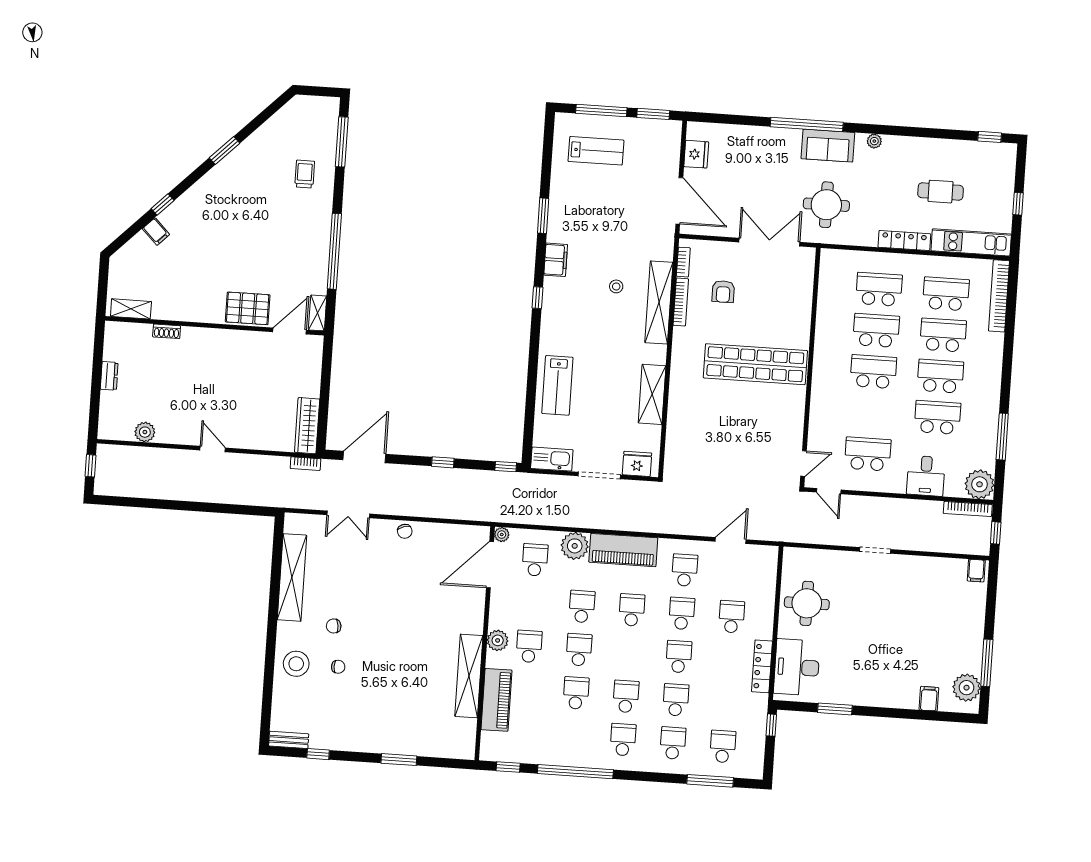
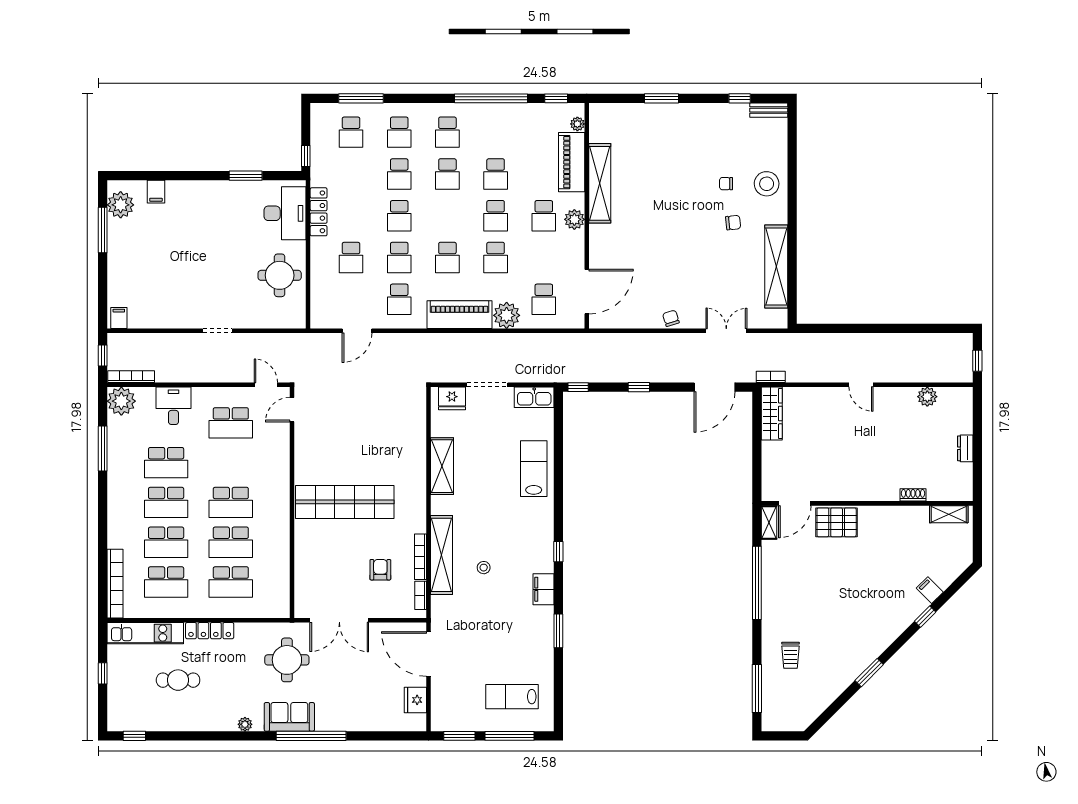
plant: (502, 535) -> (577, 124), moved

